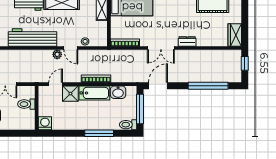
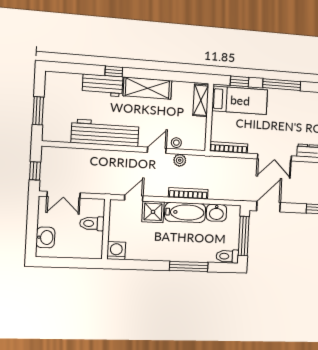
door: (71, 48) -> (157, 150), swing flipped
plant: (57, 54) -> (180, 160), moved

